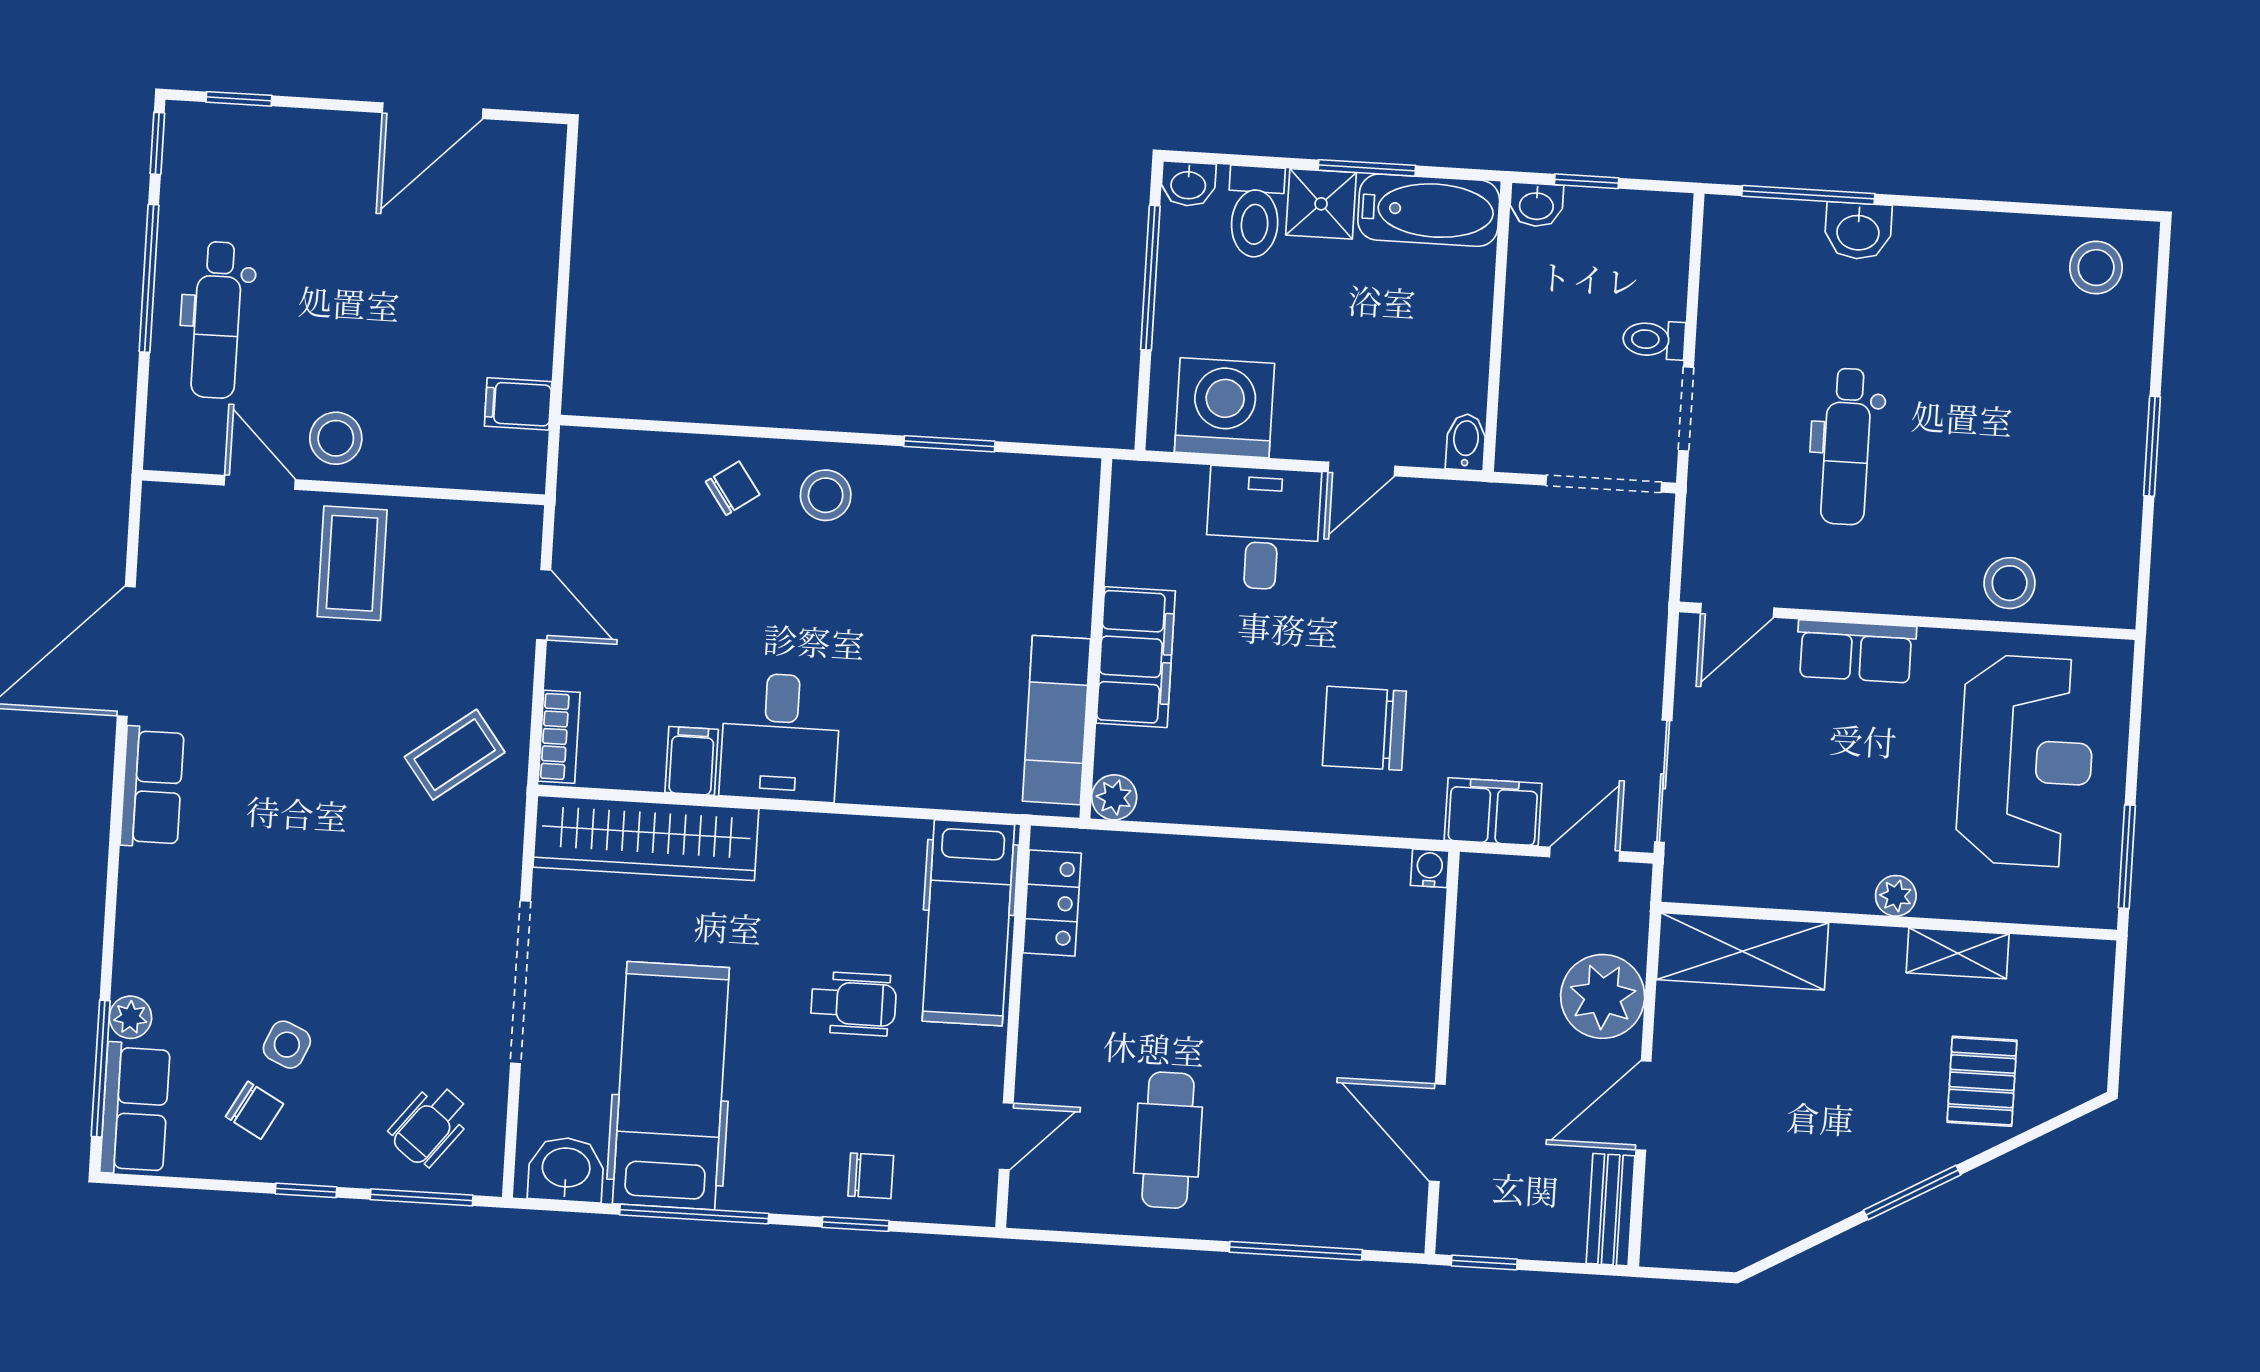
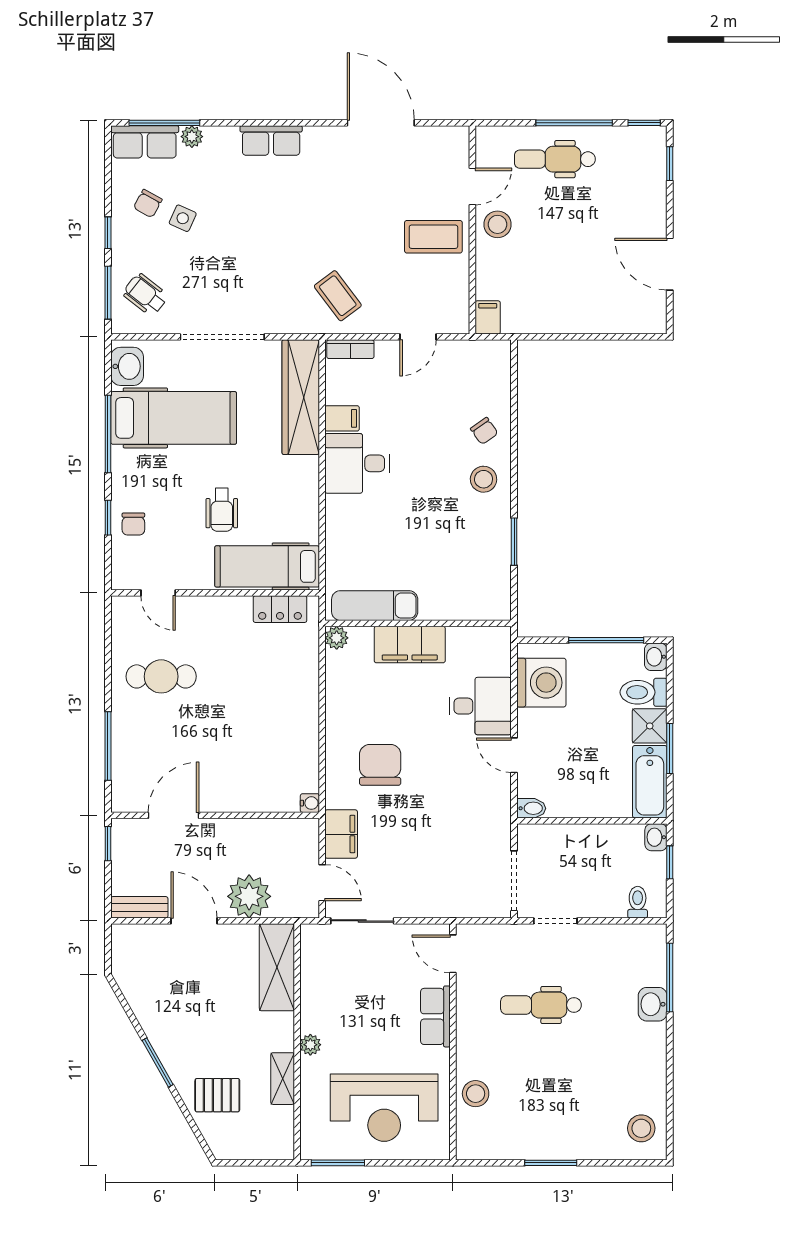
toilet: (1654, 340) -> (638, 902), moved
filing cabinet: (518, 404) -> (488, 317), moved
row of seats: (152, 787) -> (271, 140), moved

